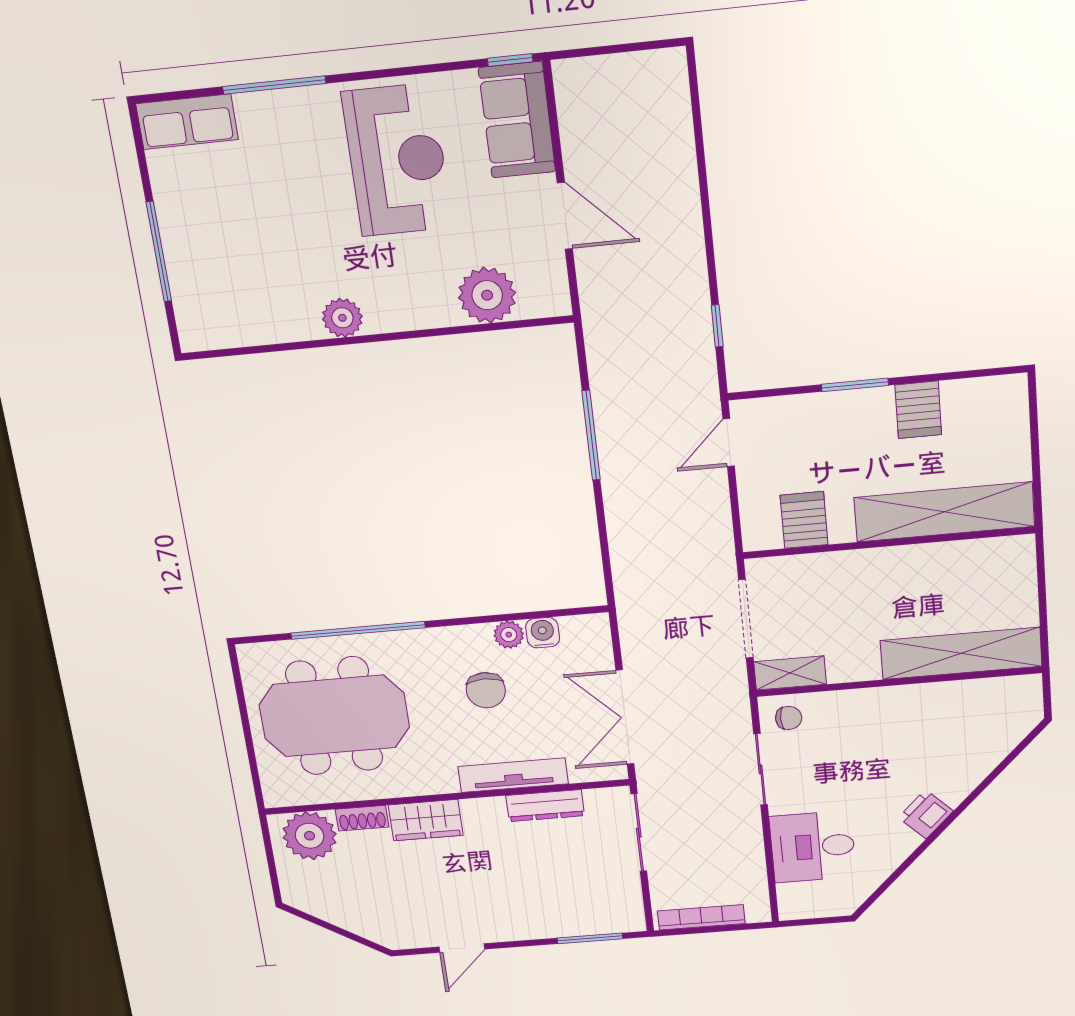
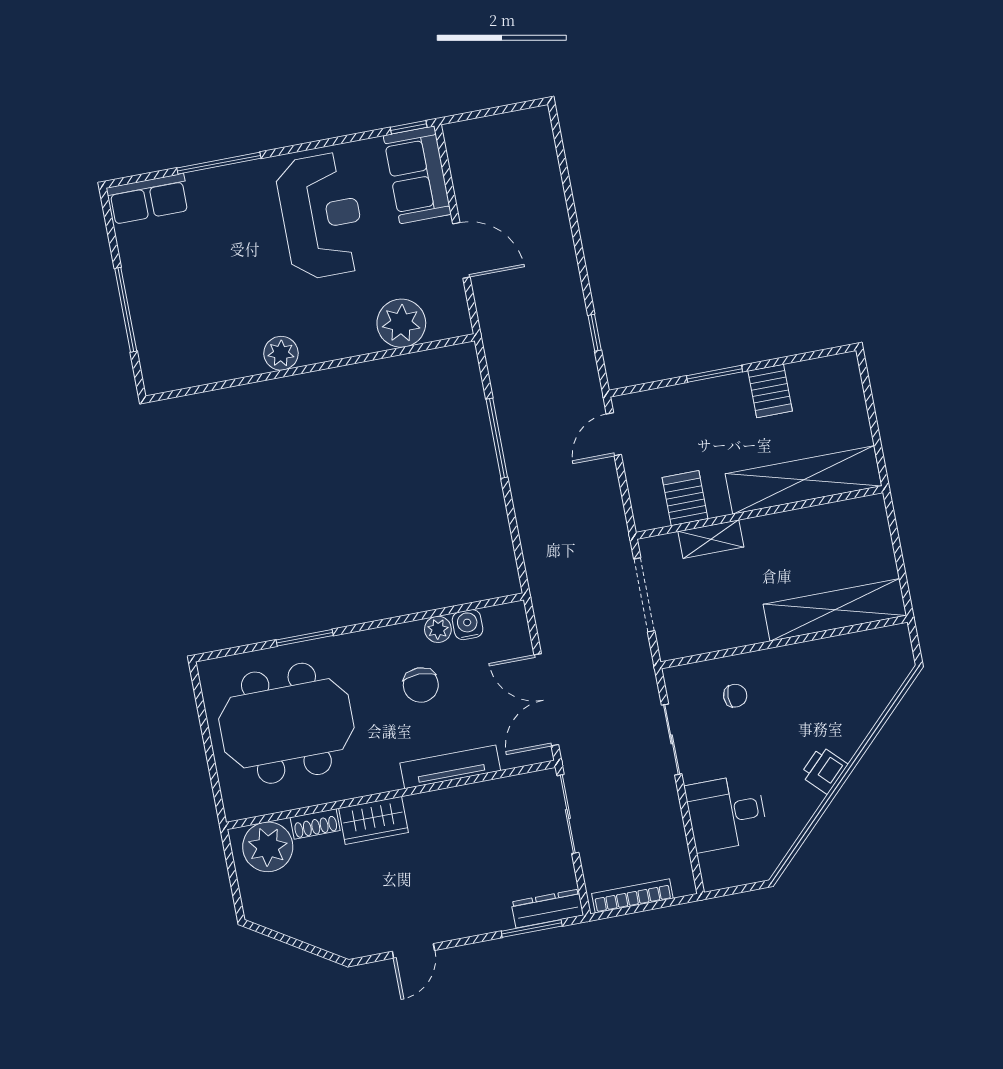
window: (358, 630) -> (305, 638), width x0.47
shelving: (790, 673) -> (711, 539), moved
chair: (789, 718) -> (735, 696), moved
dresser: (545, 806) -> (547, 909), moved, turned 180

